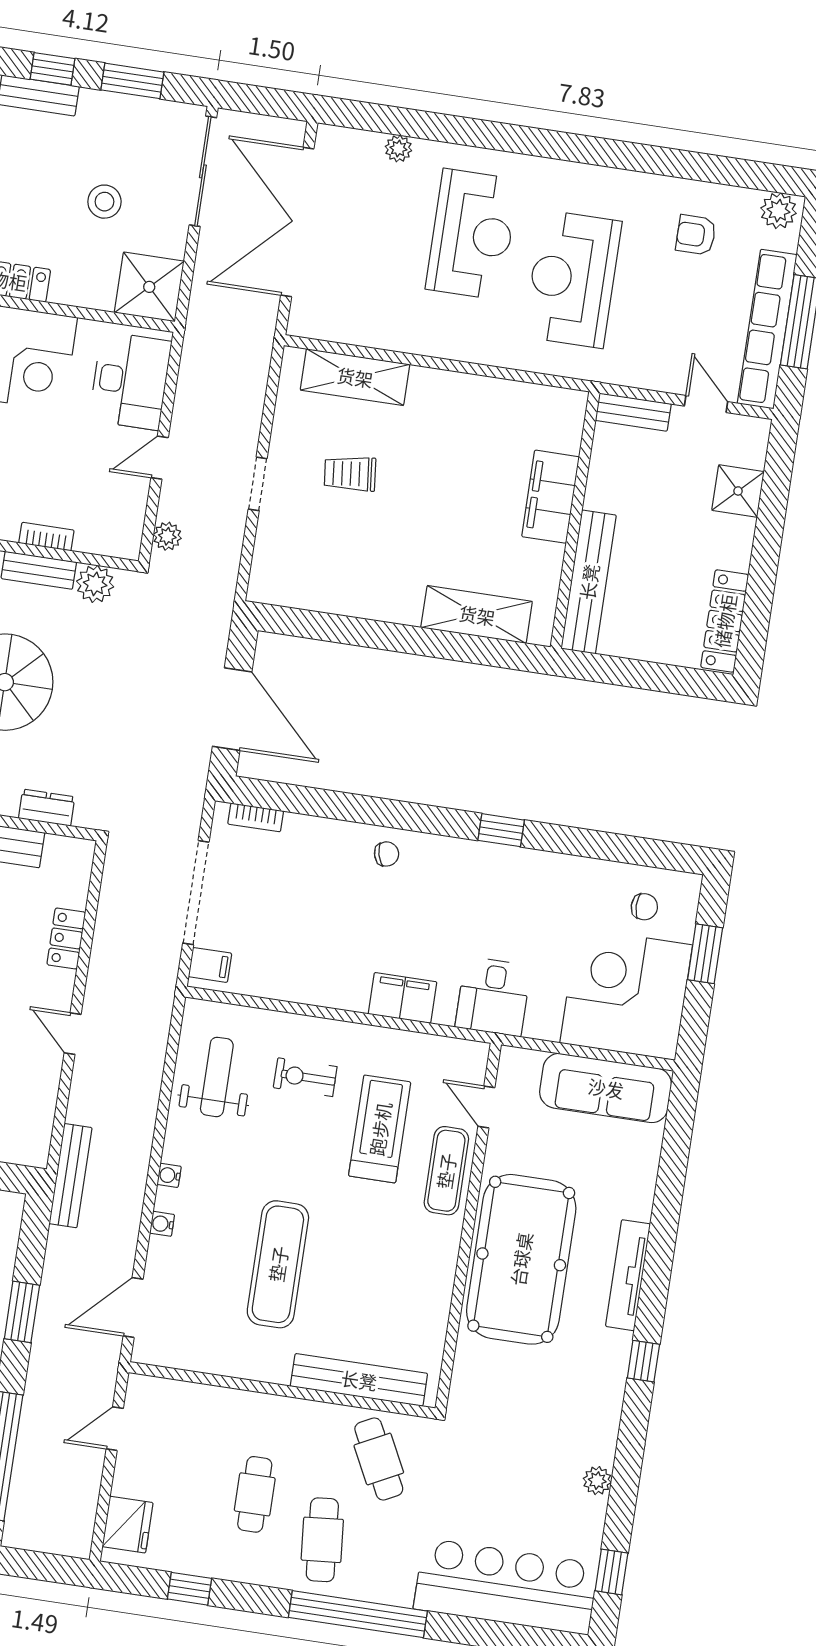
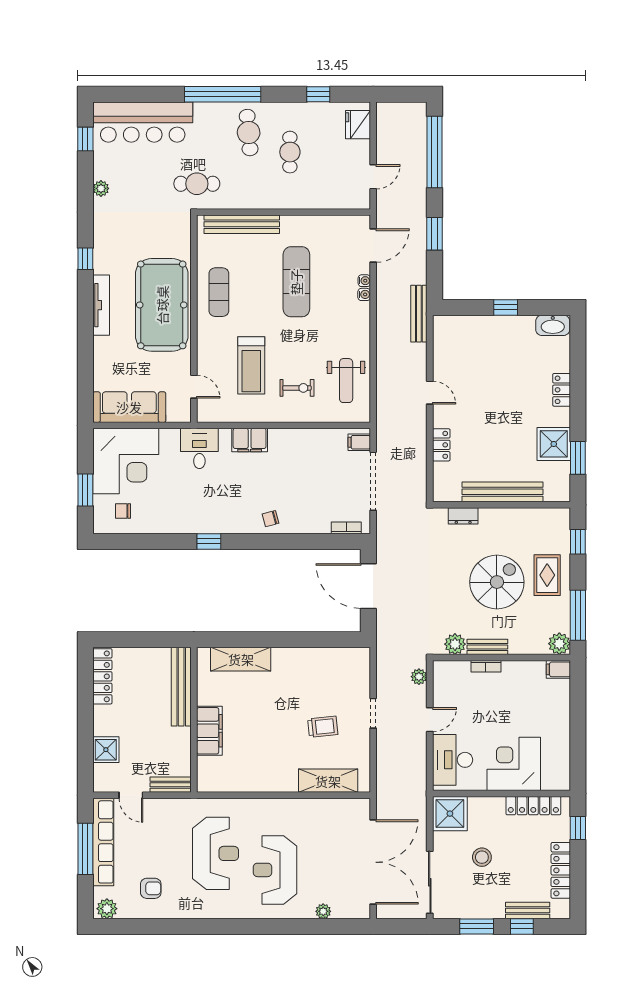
exercise mat: (446, 1171) -> (219, 292), moved
water cooler: (169, 1175) -> (364, 281), moved
cafe table: (379, 1459) -> (197, 184), moved, turned -63

